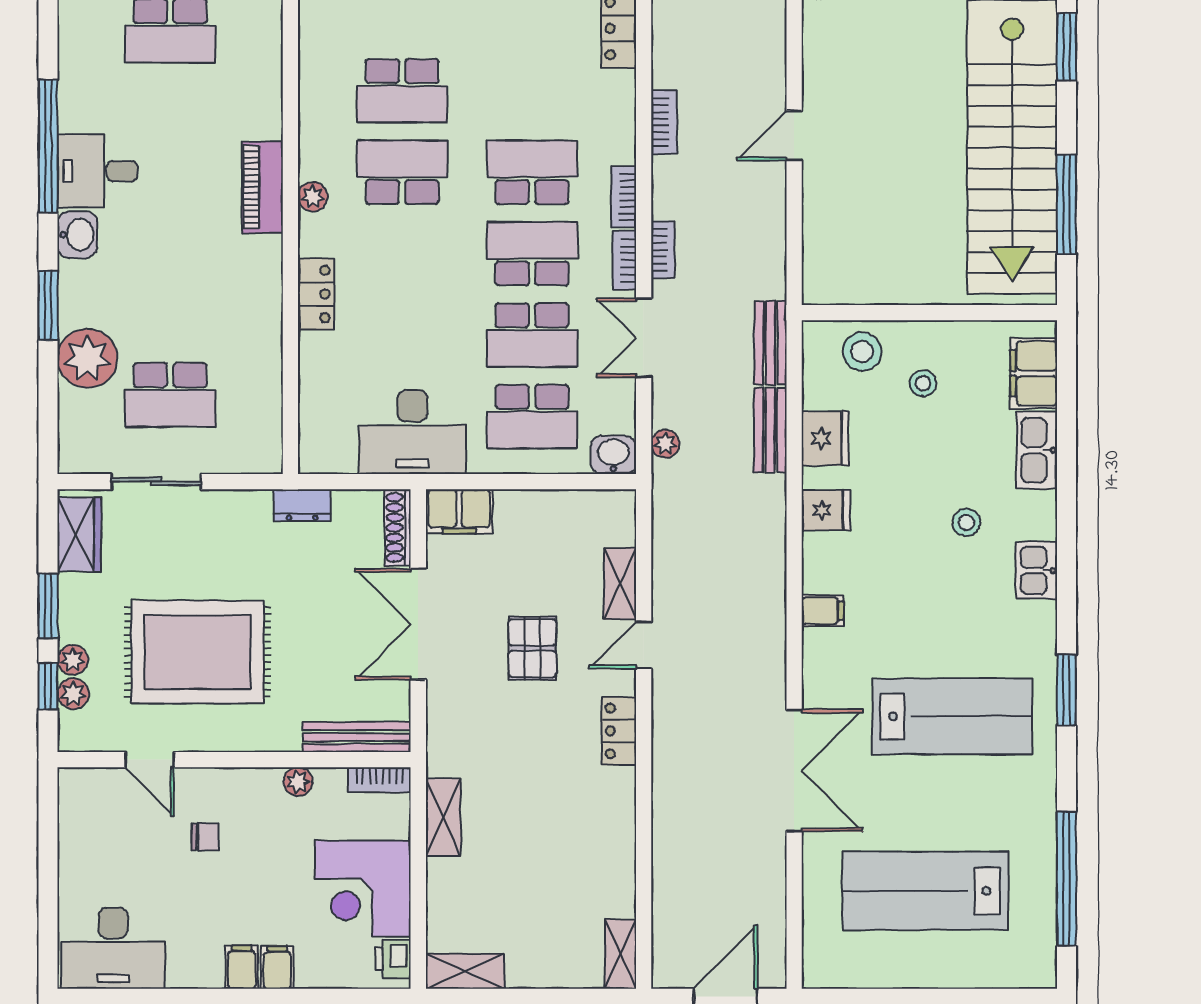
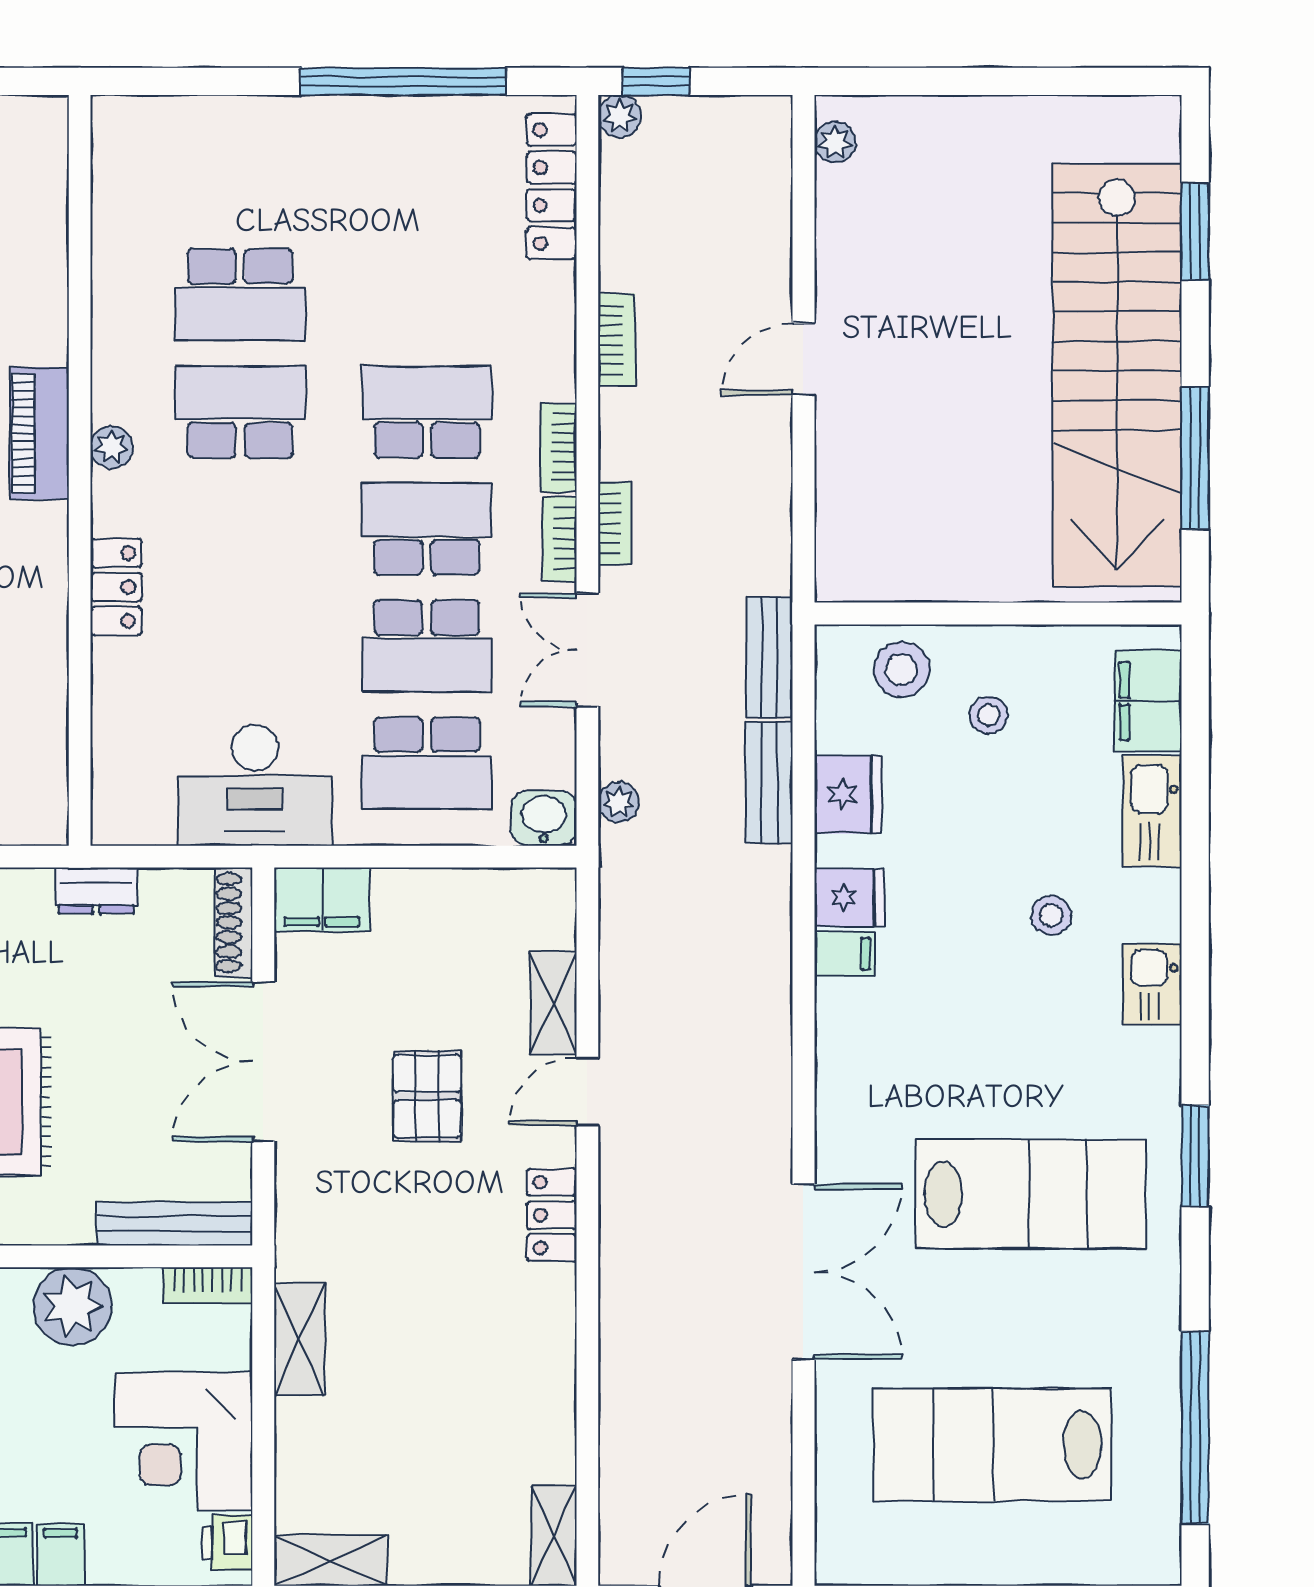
filing cabinet: (823, 611) -> (844, 954), moved
plant: (298, 782) -> (72, 1306), width x1.88, depth x1.88

